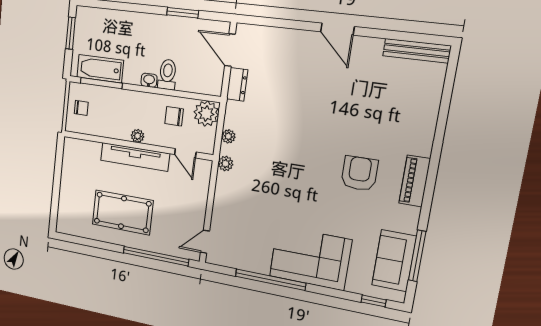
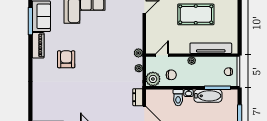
bathtub: (100, 69) -> (208, 96), moved
door: (185, 153) -> (162, 55), hinge flipped
tv unit: (135, 157) -> (211, 48), moved
armchair: (359, 174) -> (66, 59), turned 180
piano: (415, 181) -> (38, 45), moved

